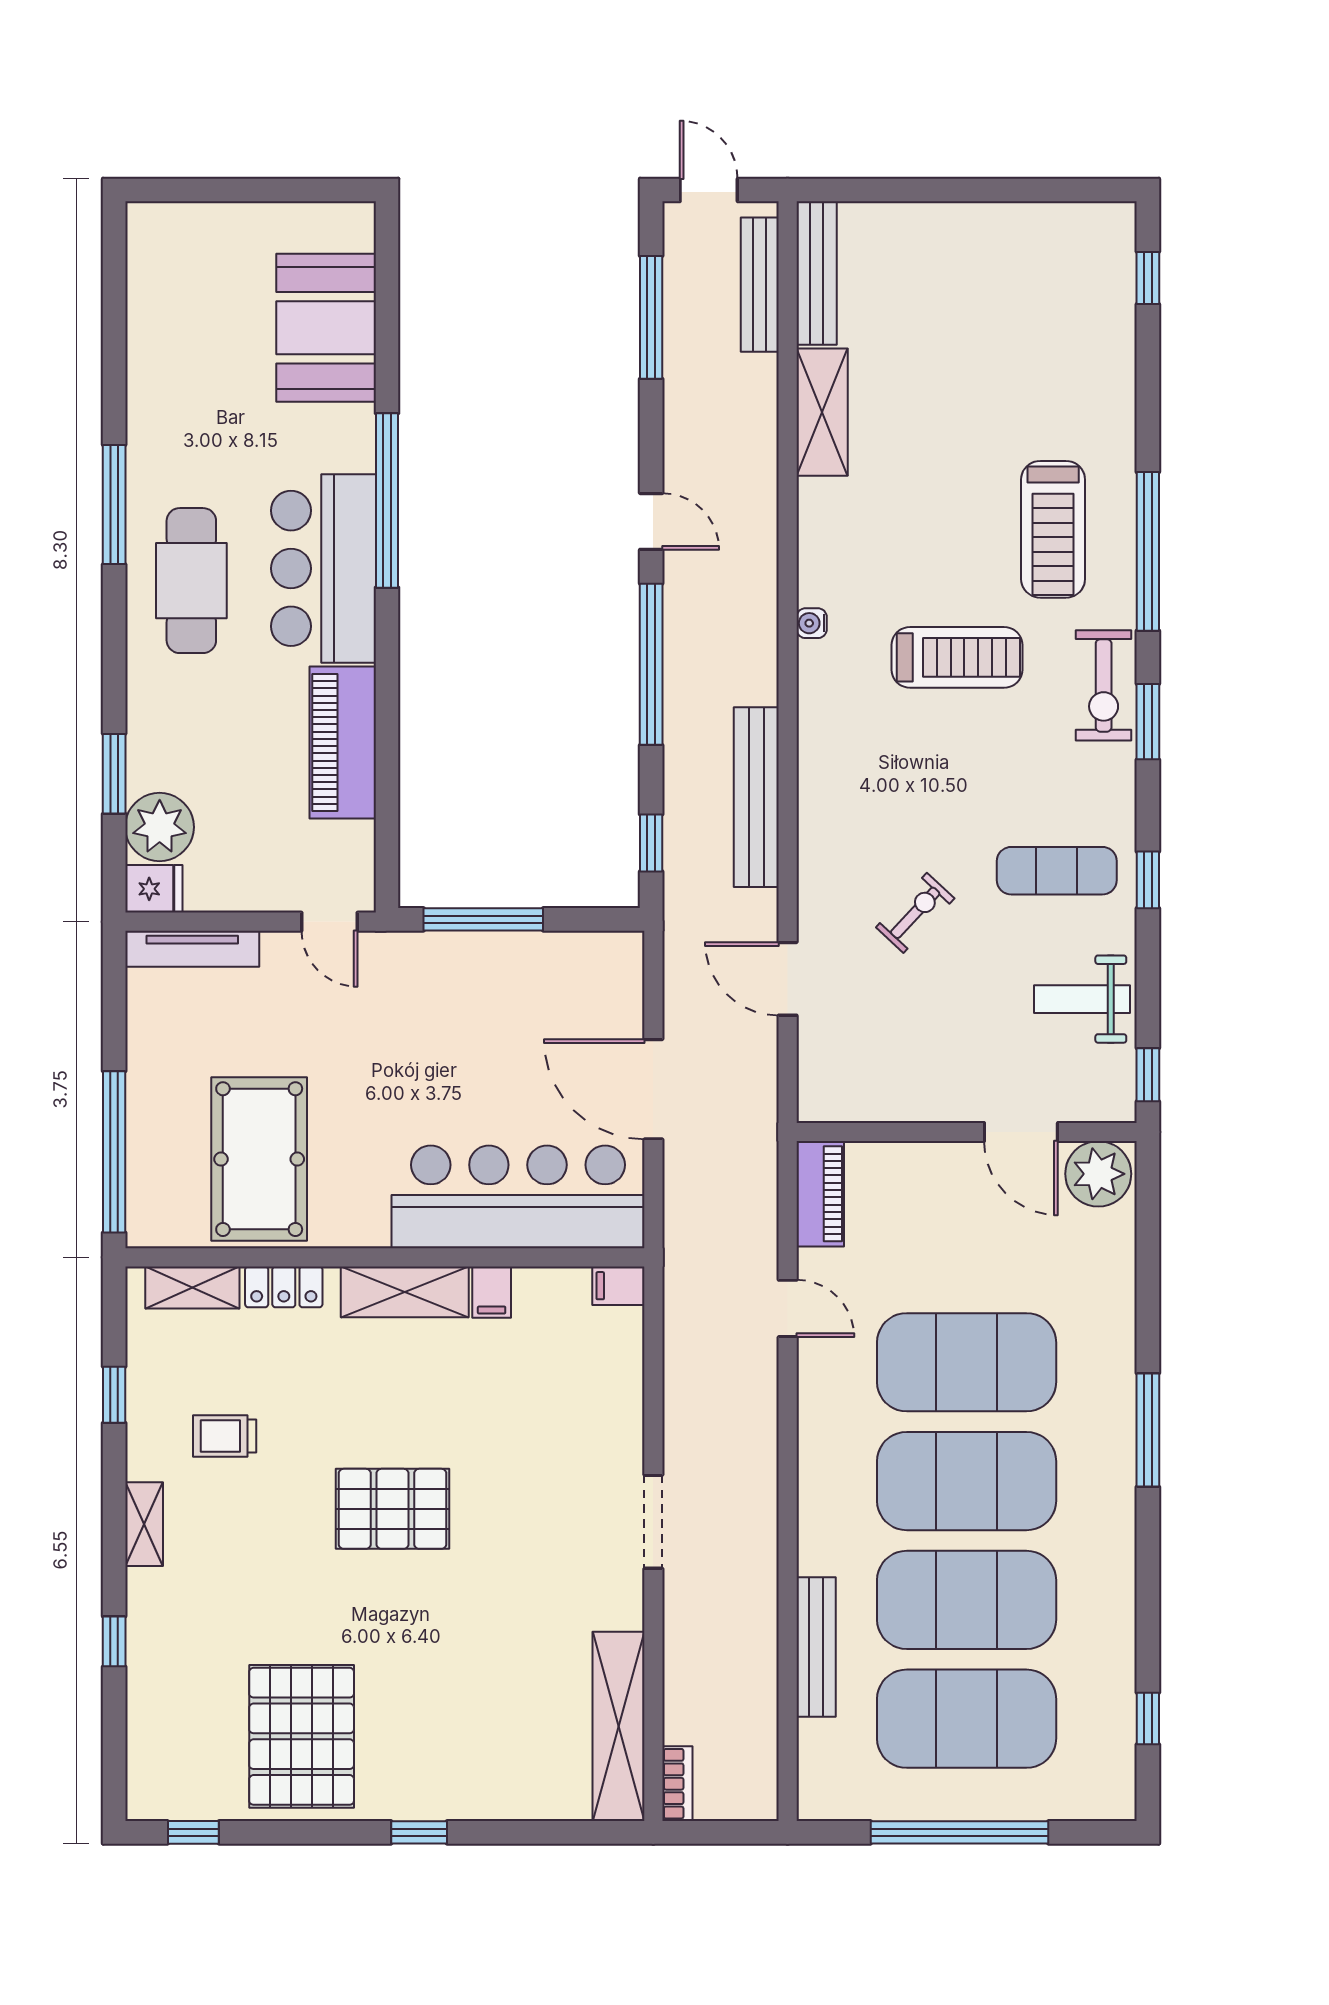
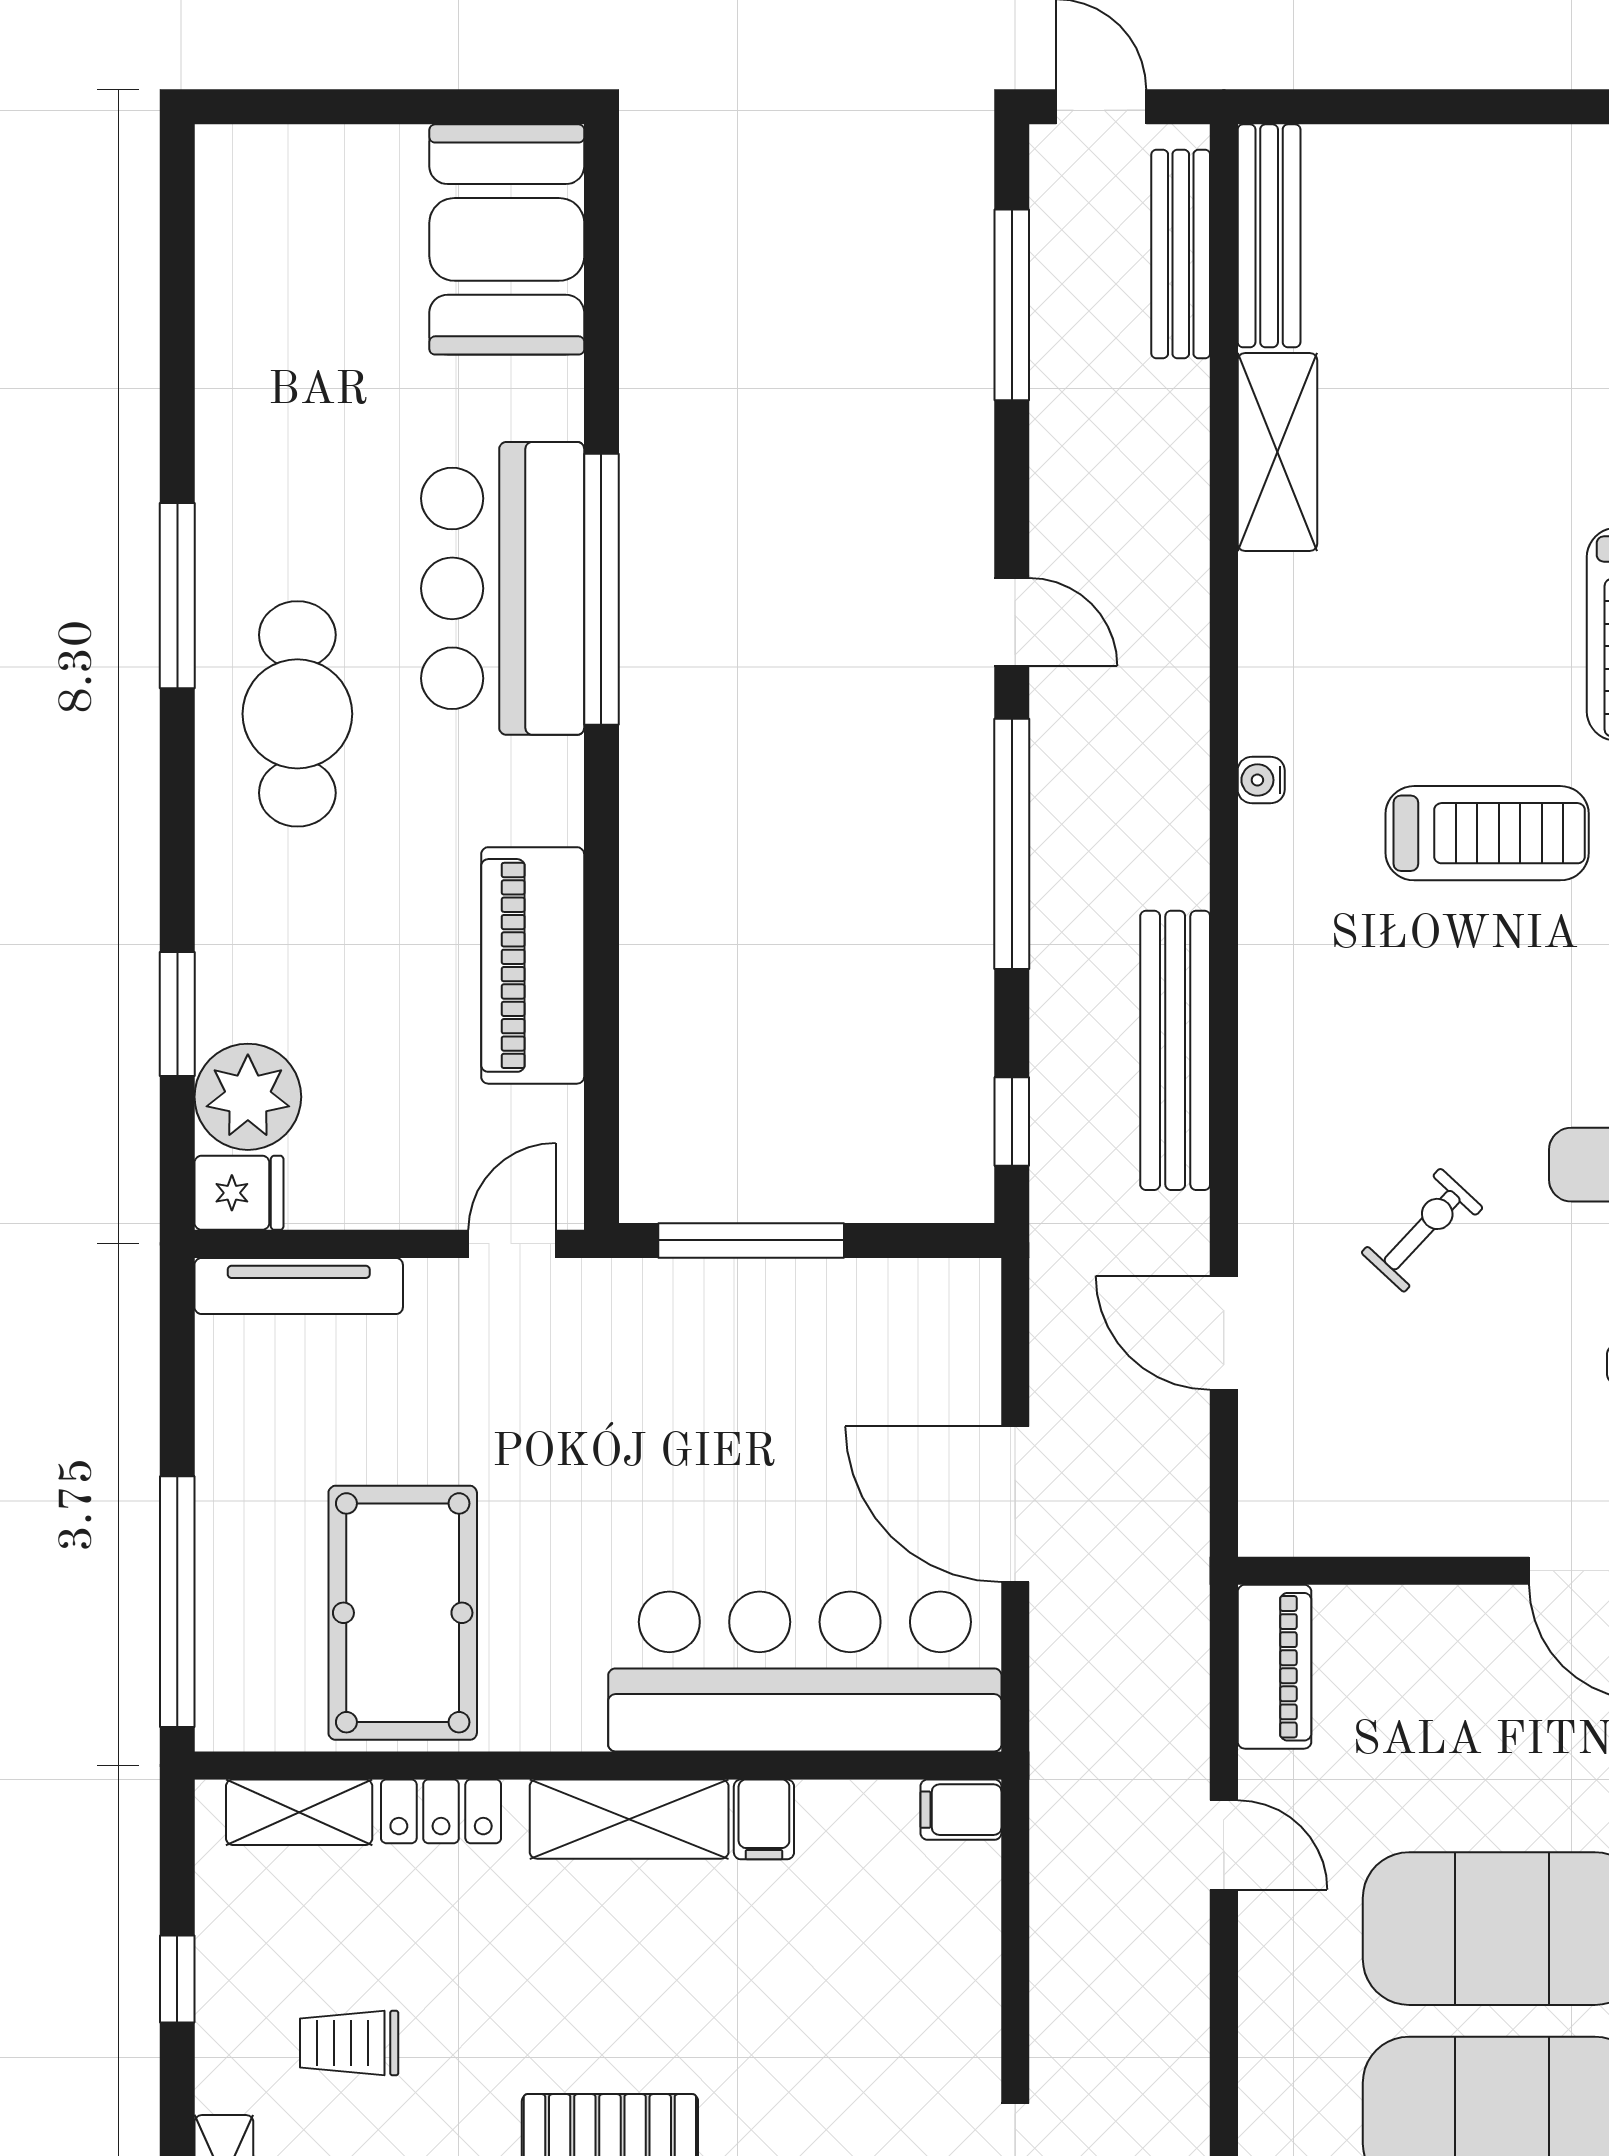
booth: (326, 328) -> (507, 239), moved
bar counter: (323, 568) -> (503, 588), moved
door: (330, 922) -> (512, 1244), swing flipped

